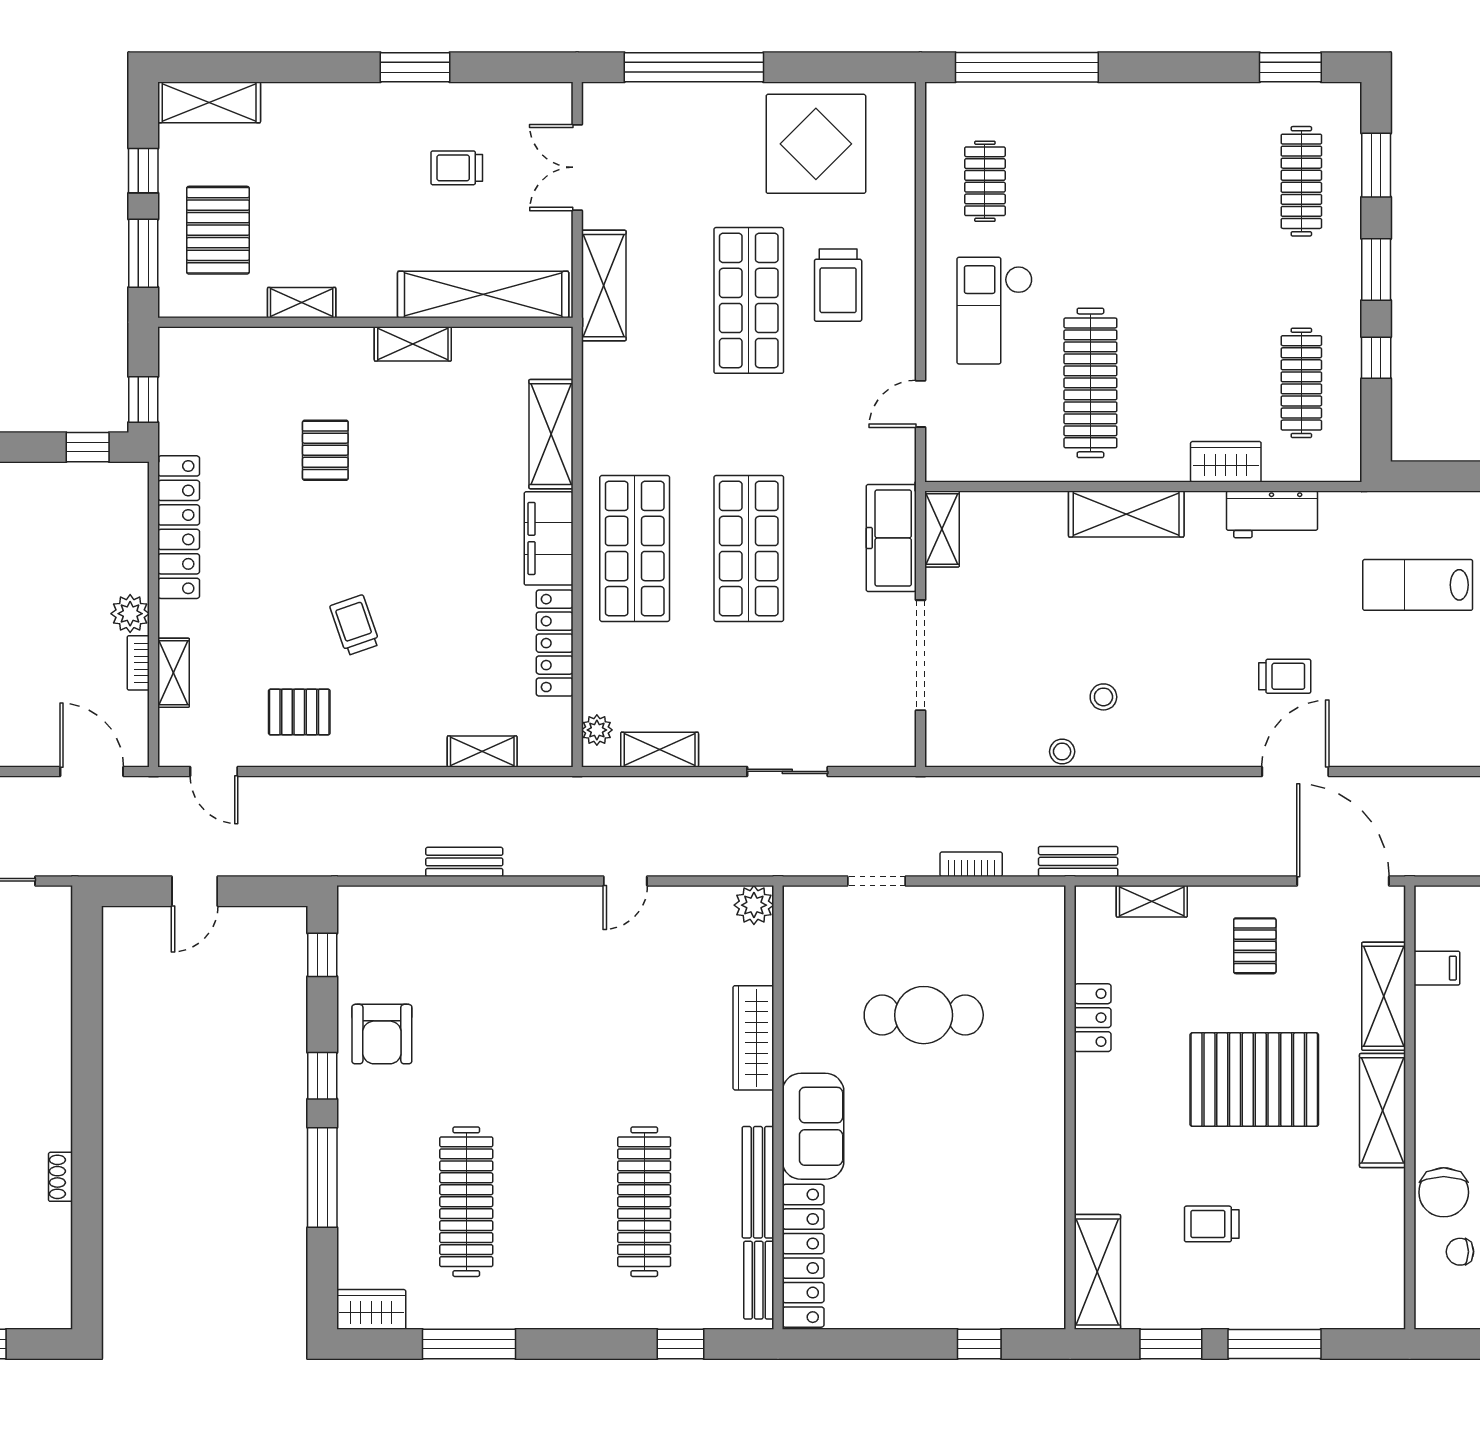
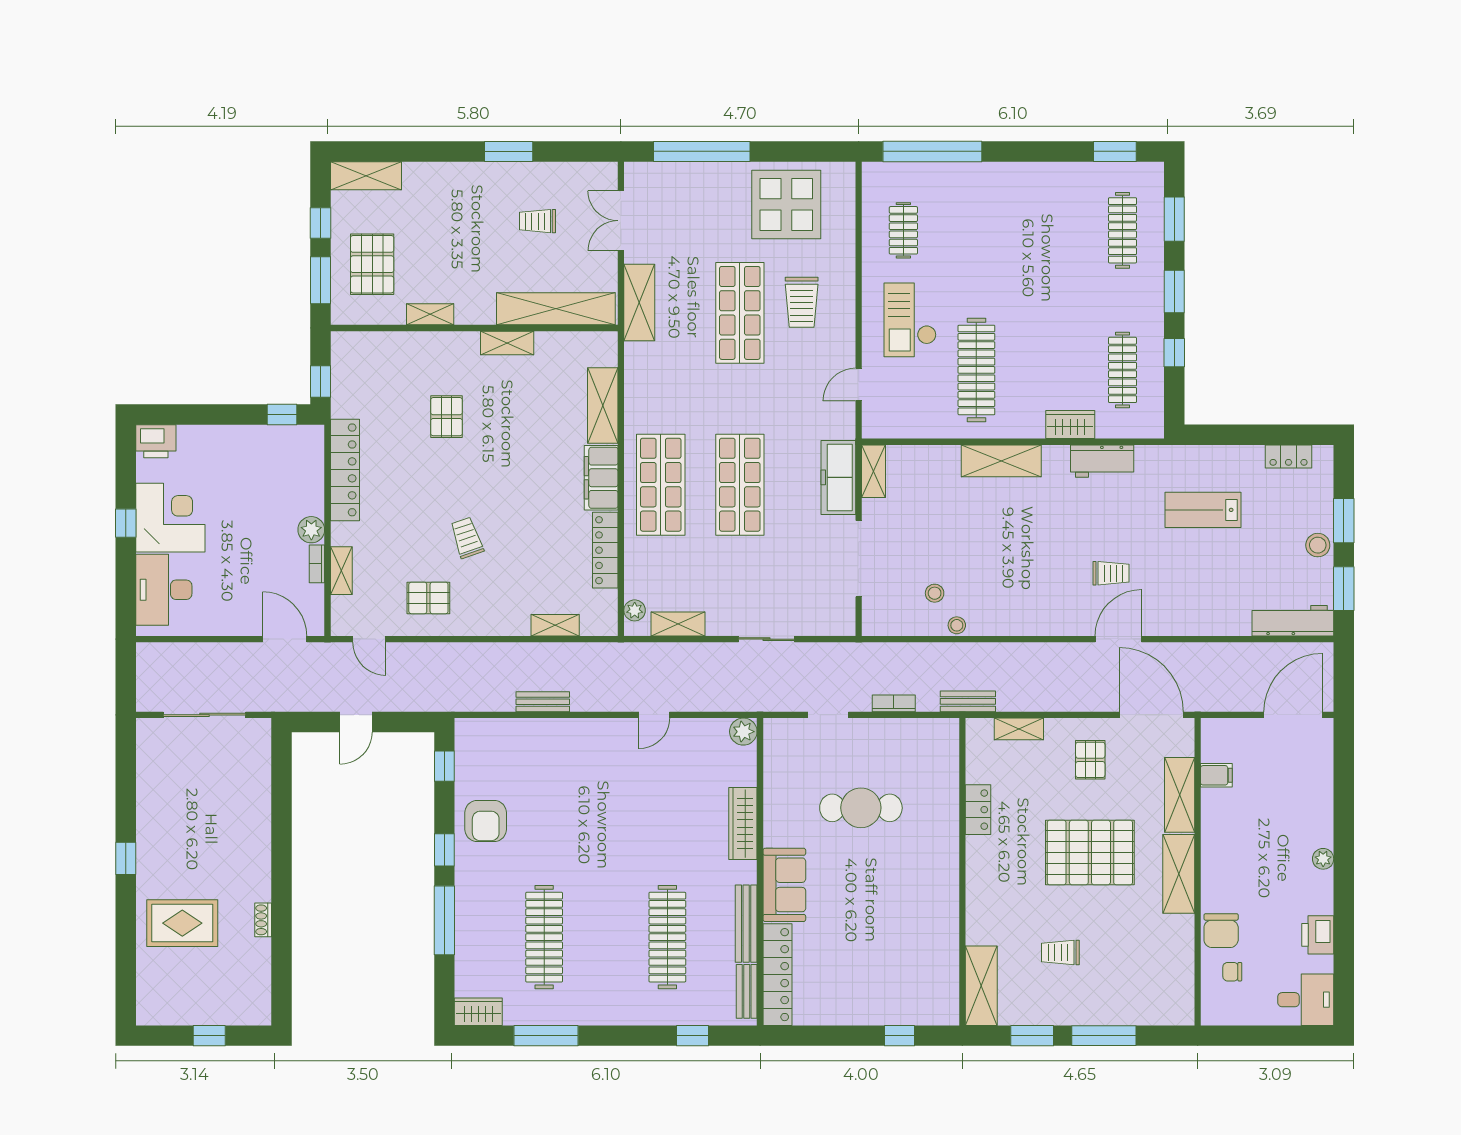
stool: (1103, 697) -> (935, 593), moved

